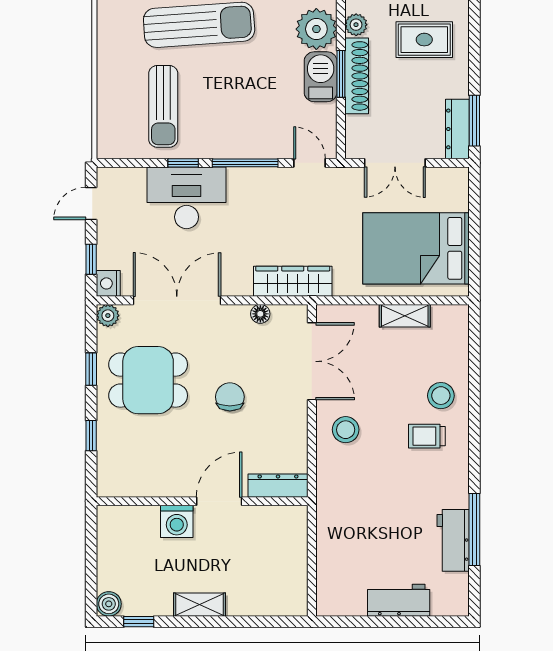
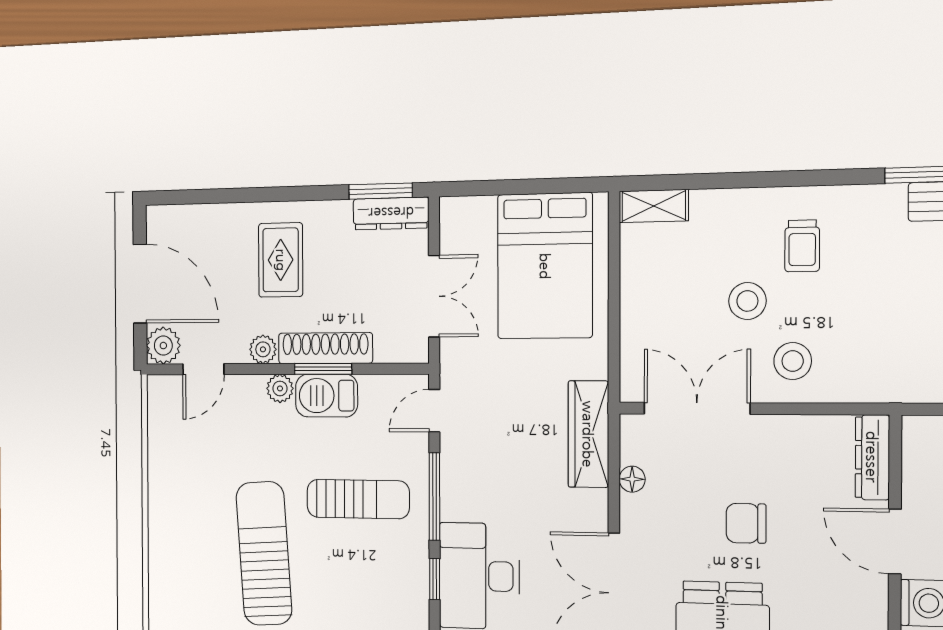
plant: (316, 29) -> (280, 388), width x0.53, depth x0.53
sun lounger: (163, 106) -> (358, 499), moved
shelving: (405, 316) -> (654, 206), moved, turned 90
stool: (441, 396) -> (747, 301), moved

